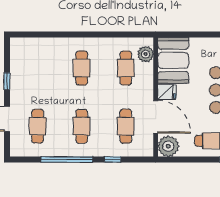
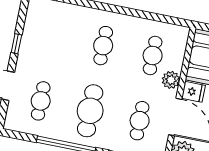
plant: (146, 54) -> (171, 80), moved
cafe table: (82, 126) -> (90, 111), width x1.37, depth x1.35

